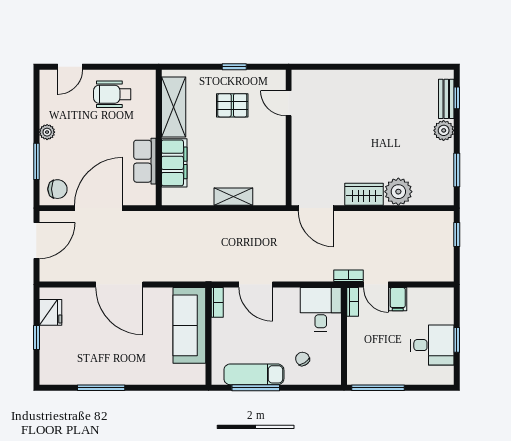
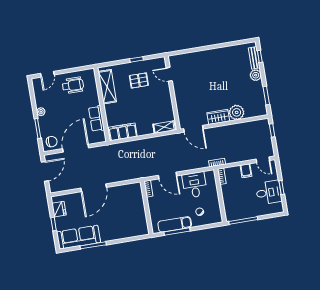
wheelchair: (112, 94) -> (73, 85), turned 180
filing cabinet: (174, 163) -> (123, 132), moved, turned -90
shelving: (233, 197) -> (164, 127), moved
door: (119, 285) -> (94, 188), hinge flipped
door: (376, 285) -> (263, 160), moved
desk: (321, 309) -> (195, 185), moved
sofa: (189, 325) -> (78, 237), moved, turned 90

